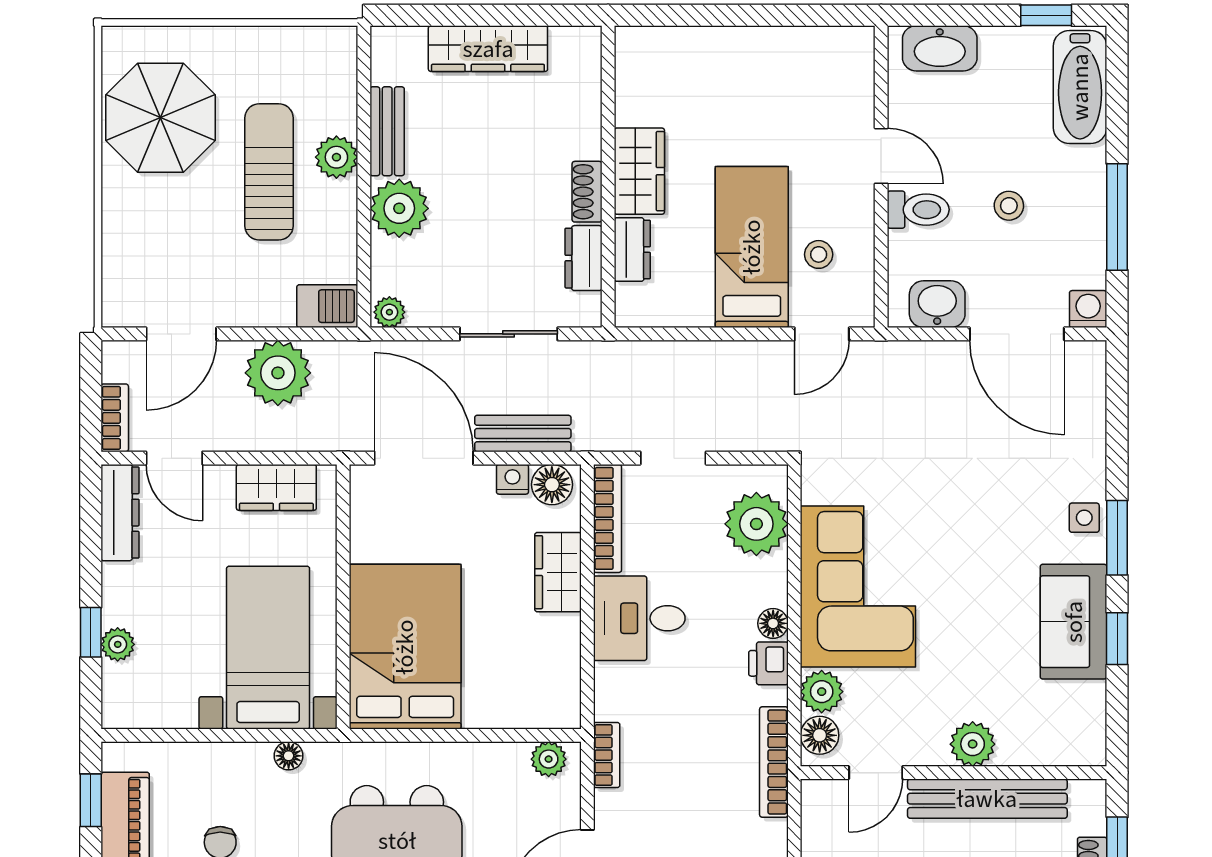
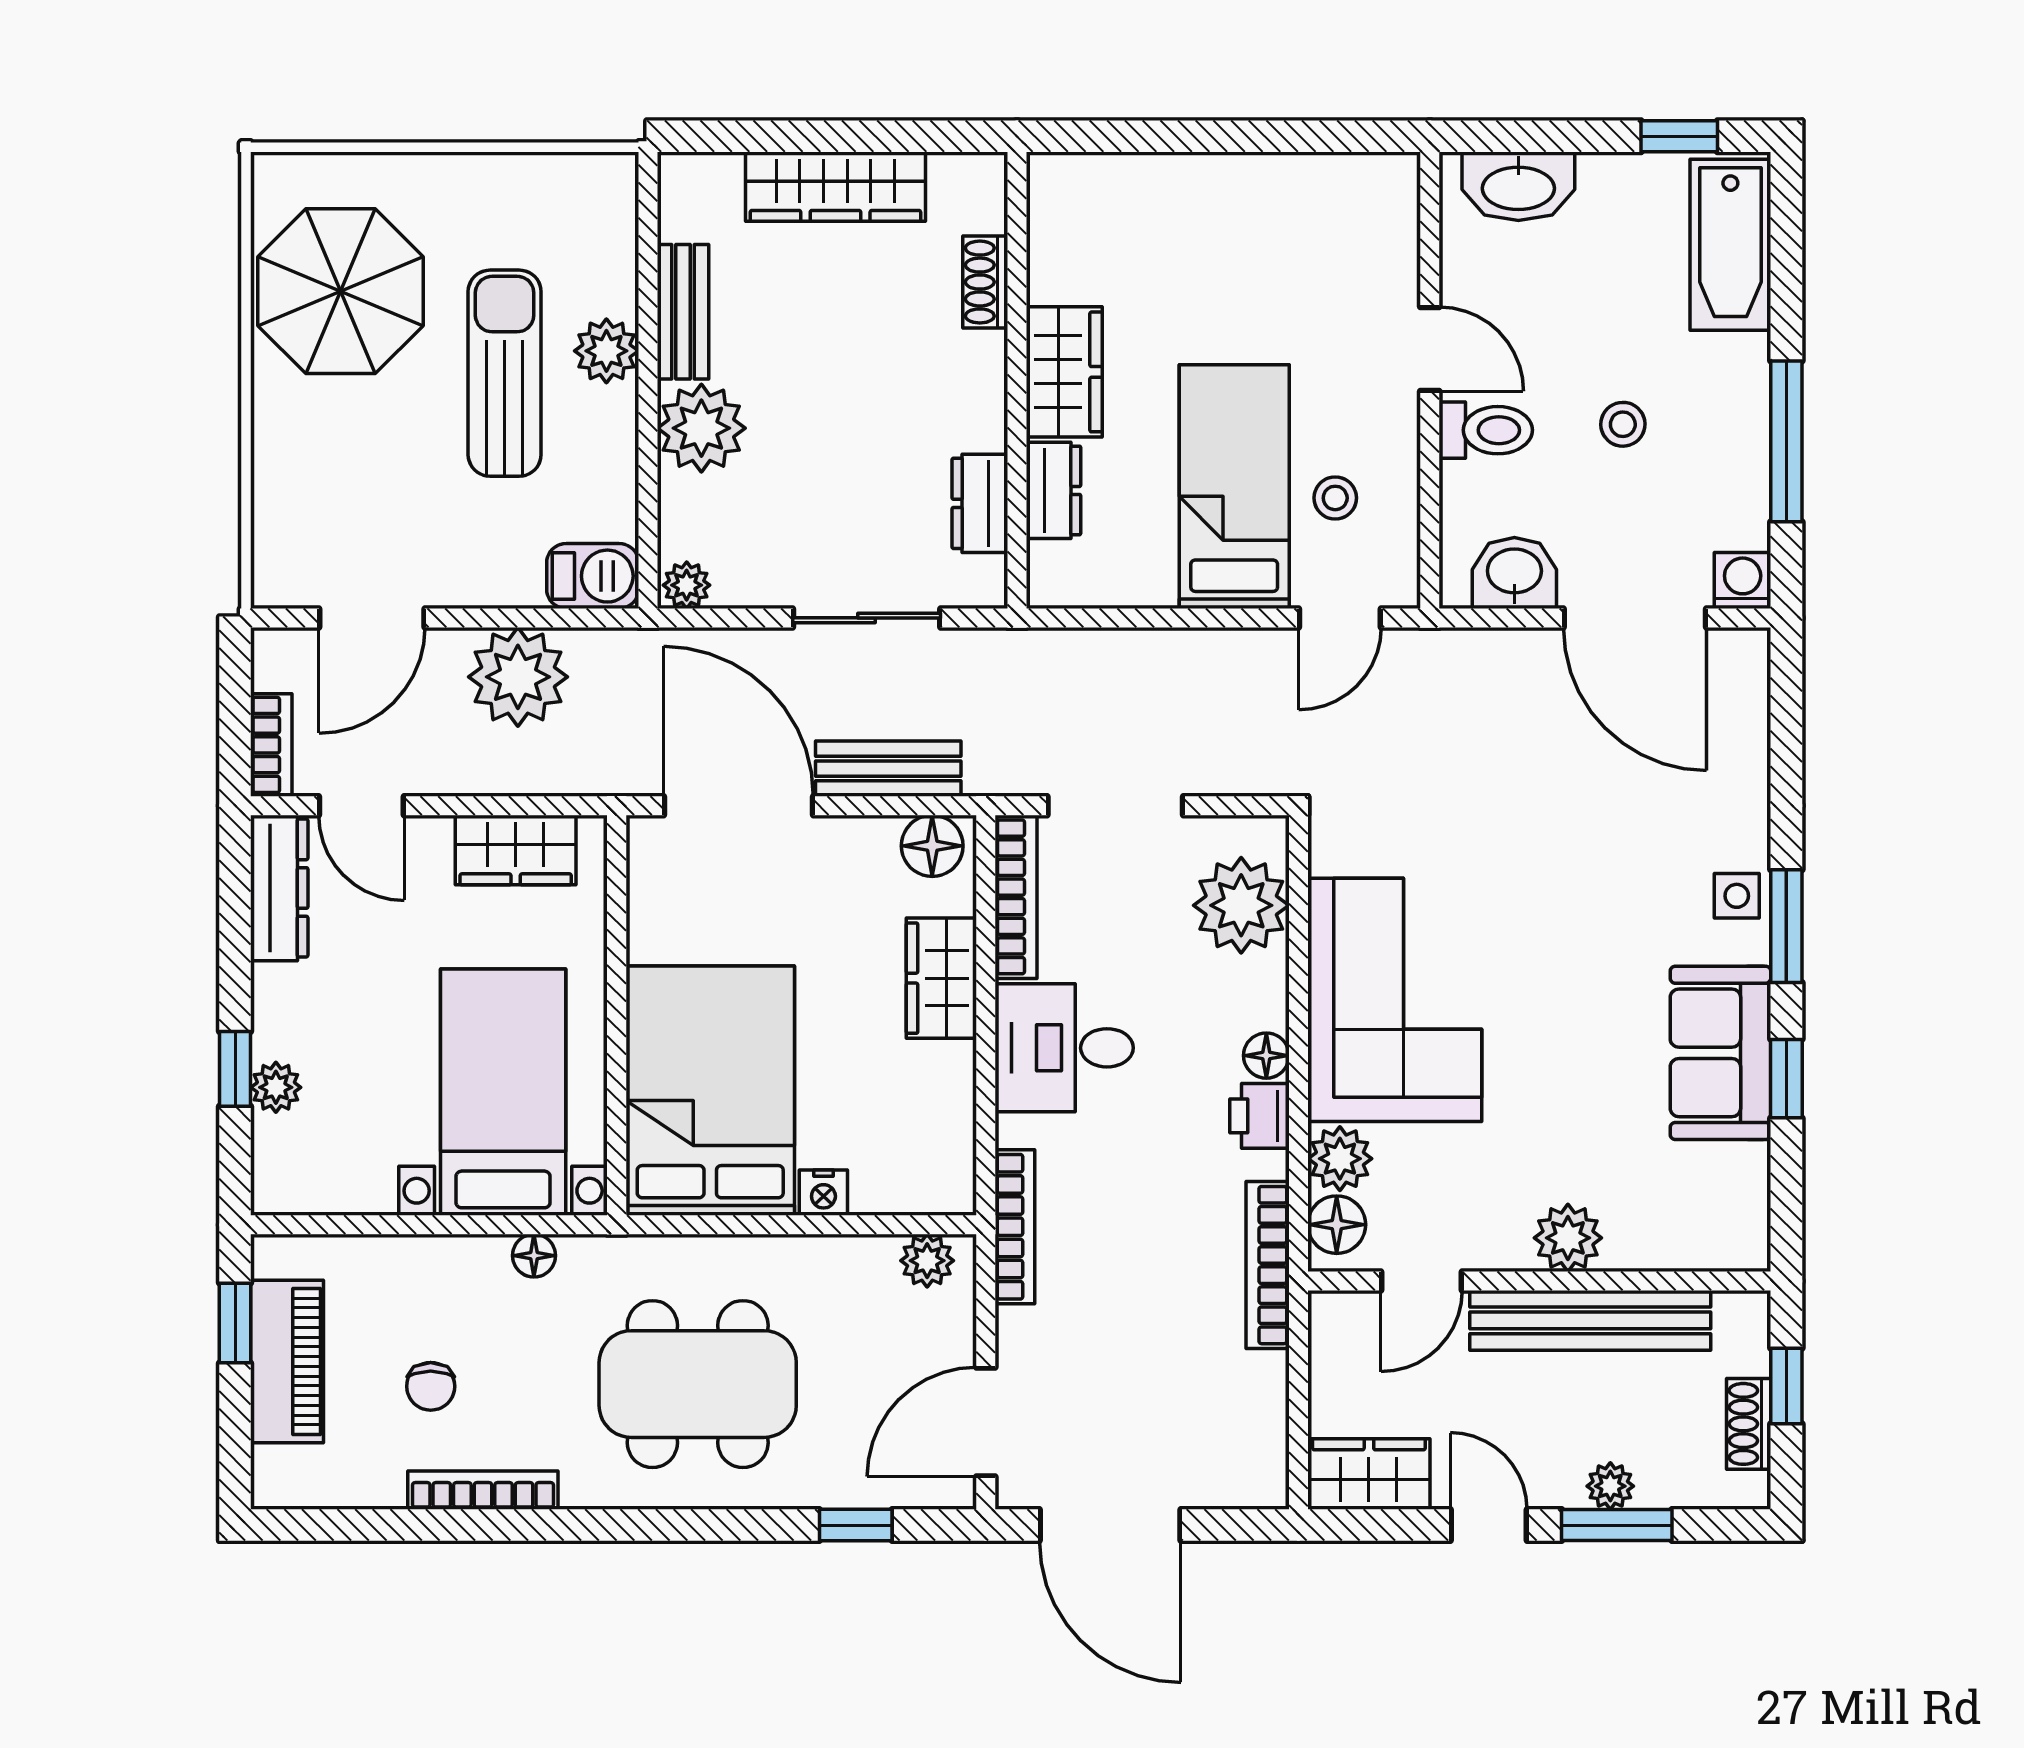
shoe rack: (587, 192) -> (985, 282), moved
doorway: (673, 458) -> (1115, 806), width x1.38
nightstand: (512, 479) -> (823, 1193), moved, turned 180
bookcase: (607, 755) -> (1015, 1227), width x1.56

